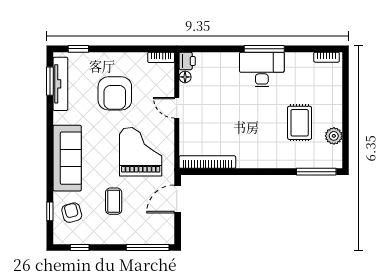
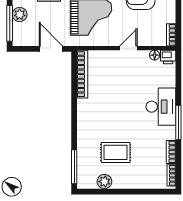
bookcase: (299, 58) -> (171, 152), added
desk: (262, 70) -> (161, 107), moved
plant: (137, 236) -> (20, 14), added

